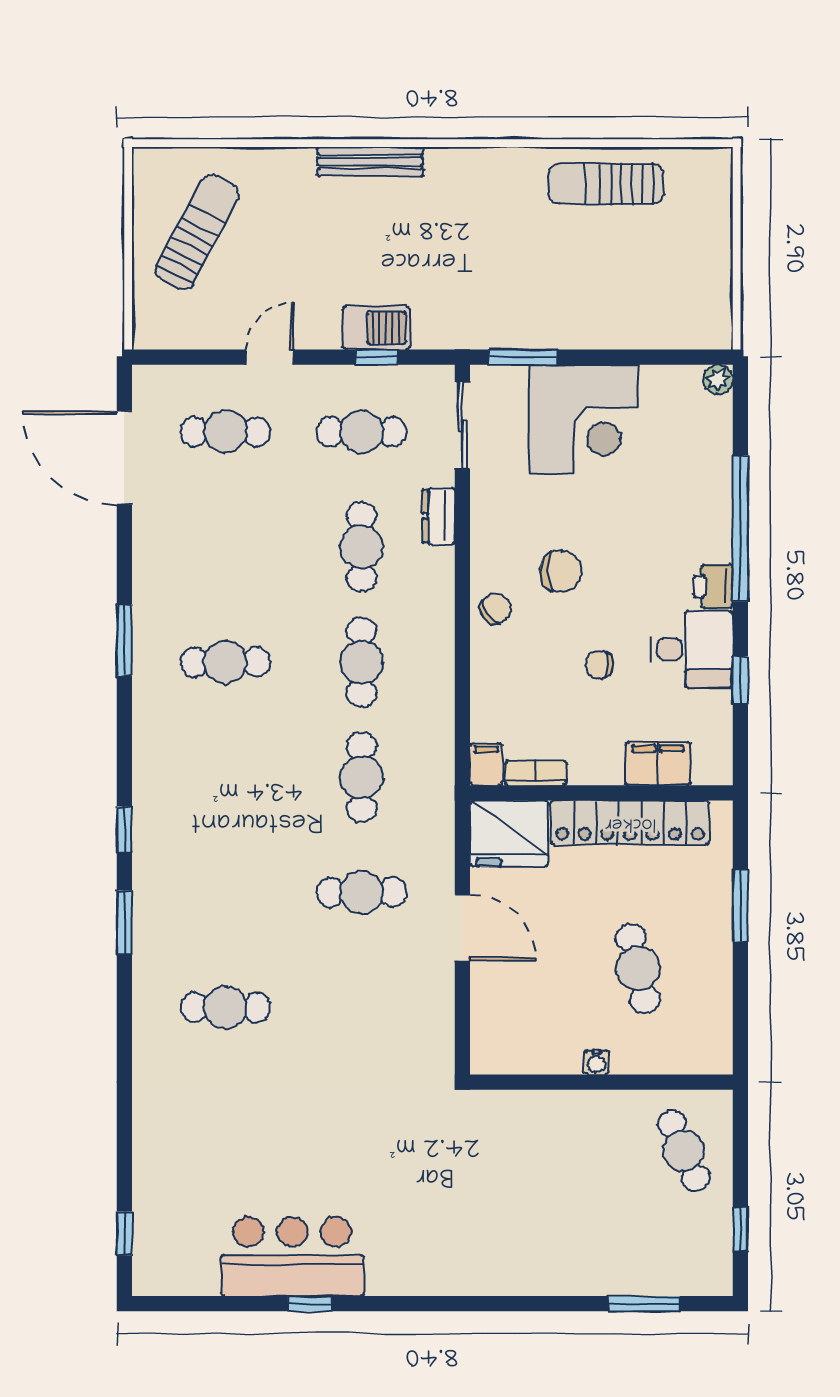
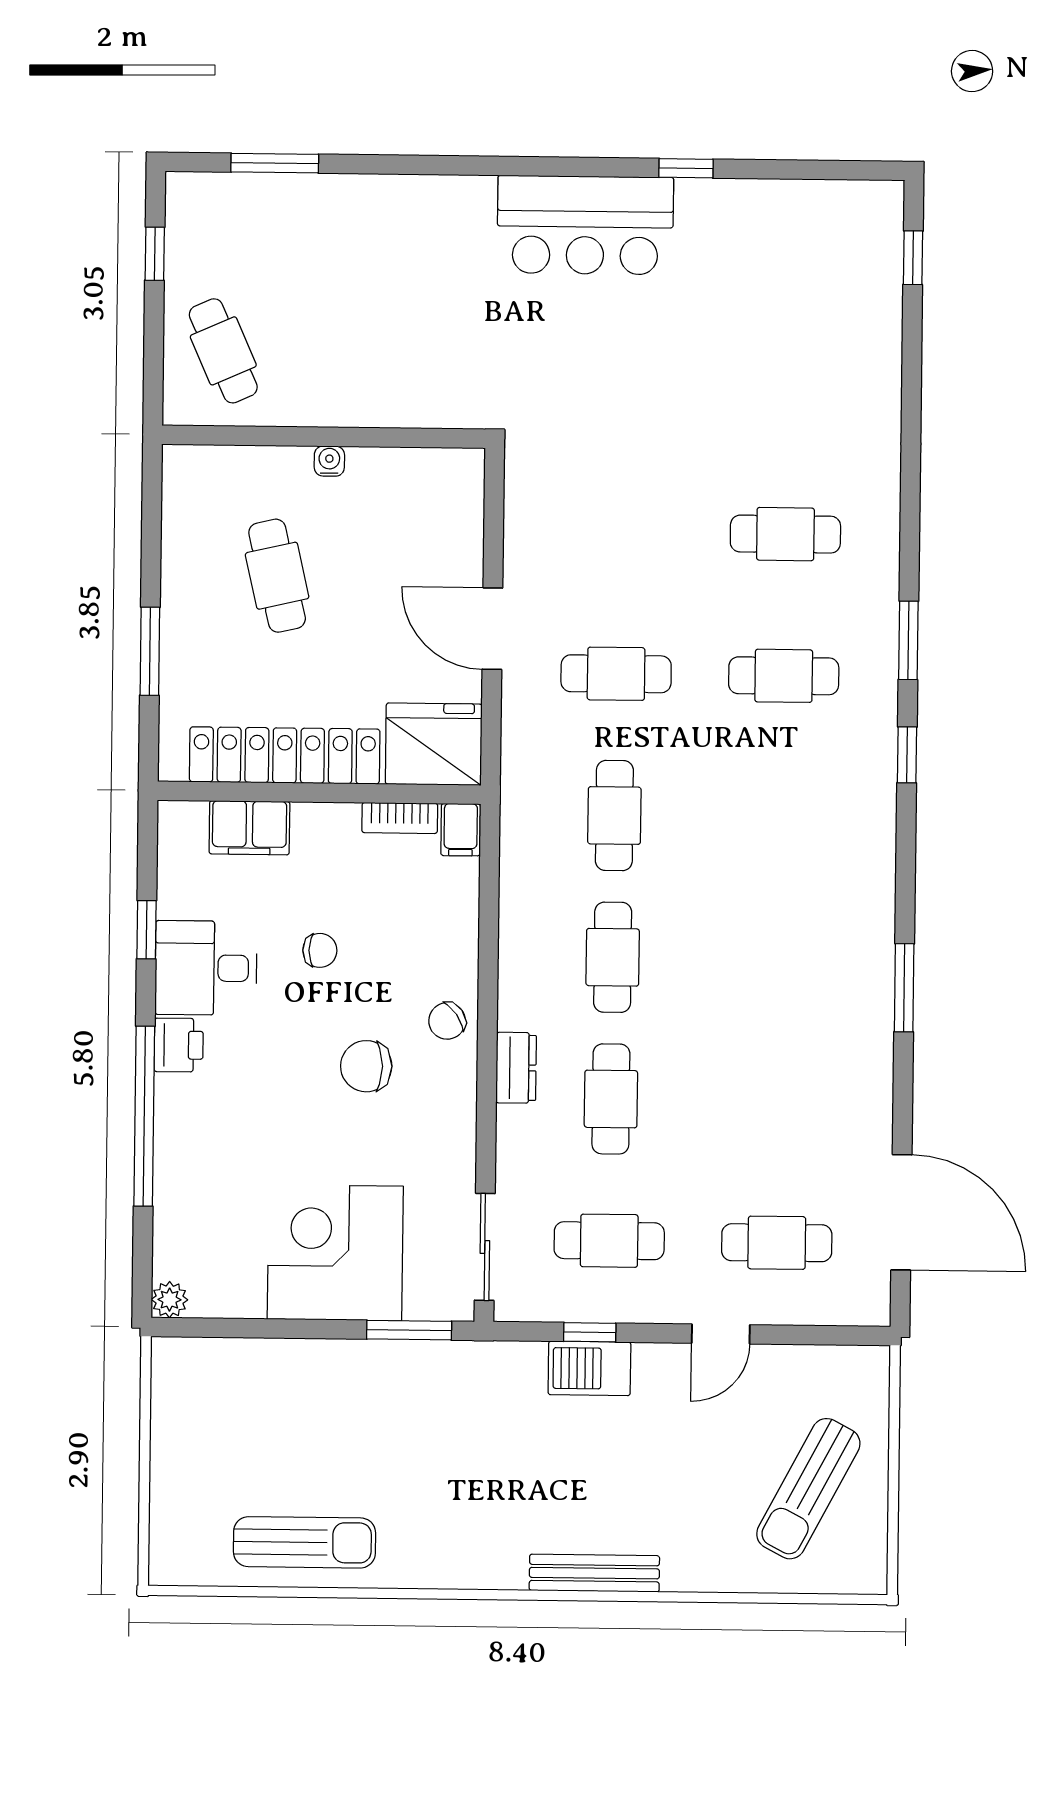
dresser: (439, 516) -> (516, 1068), moved
cafe table: (225, 662) -> (784, 676), moved
bar counter: (292, 1257) -> (585, 225), moved

